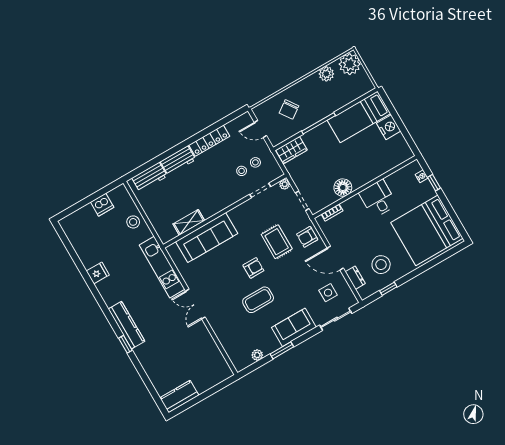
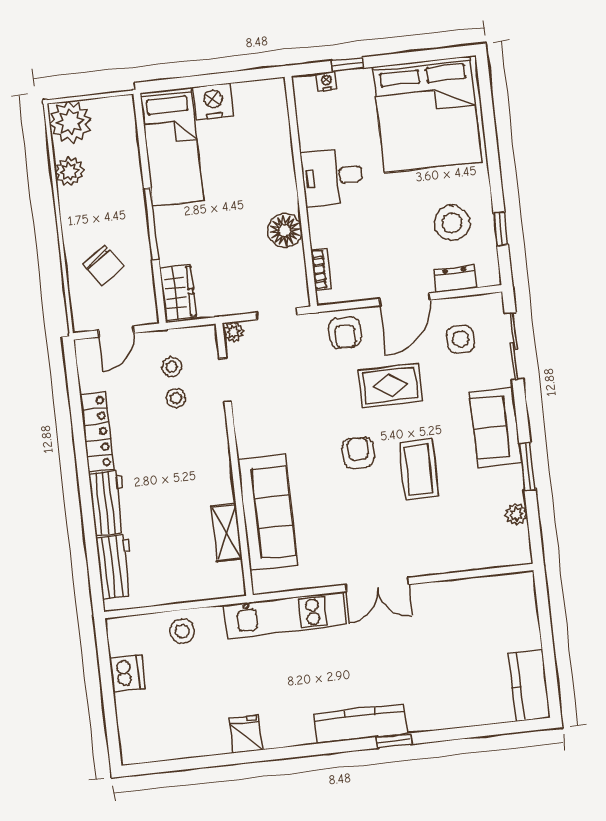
rug: (277, 242) -> (390, 385), moved

